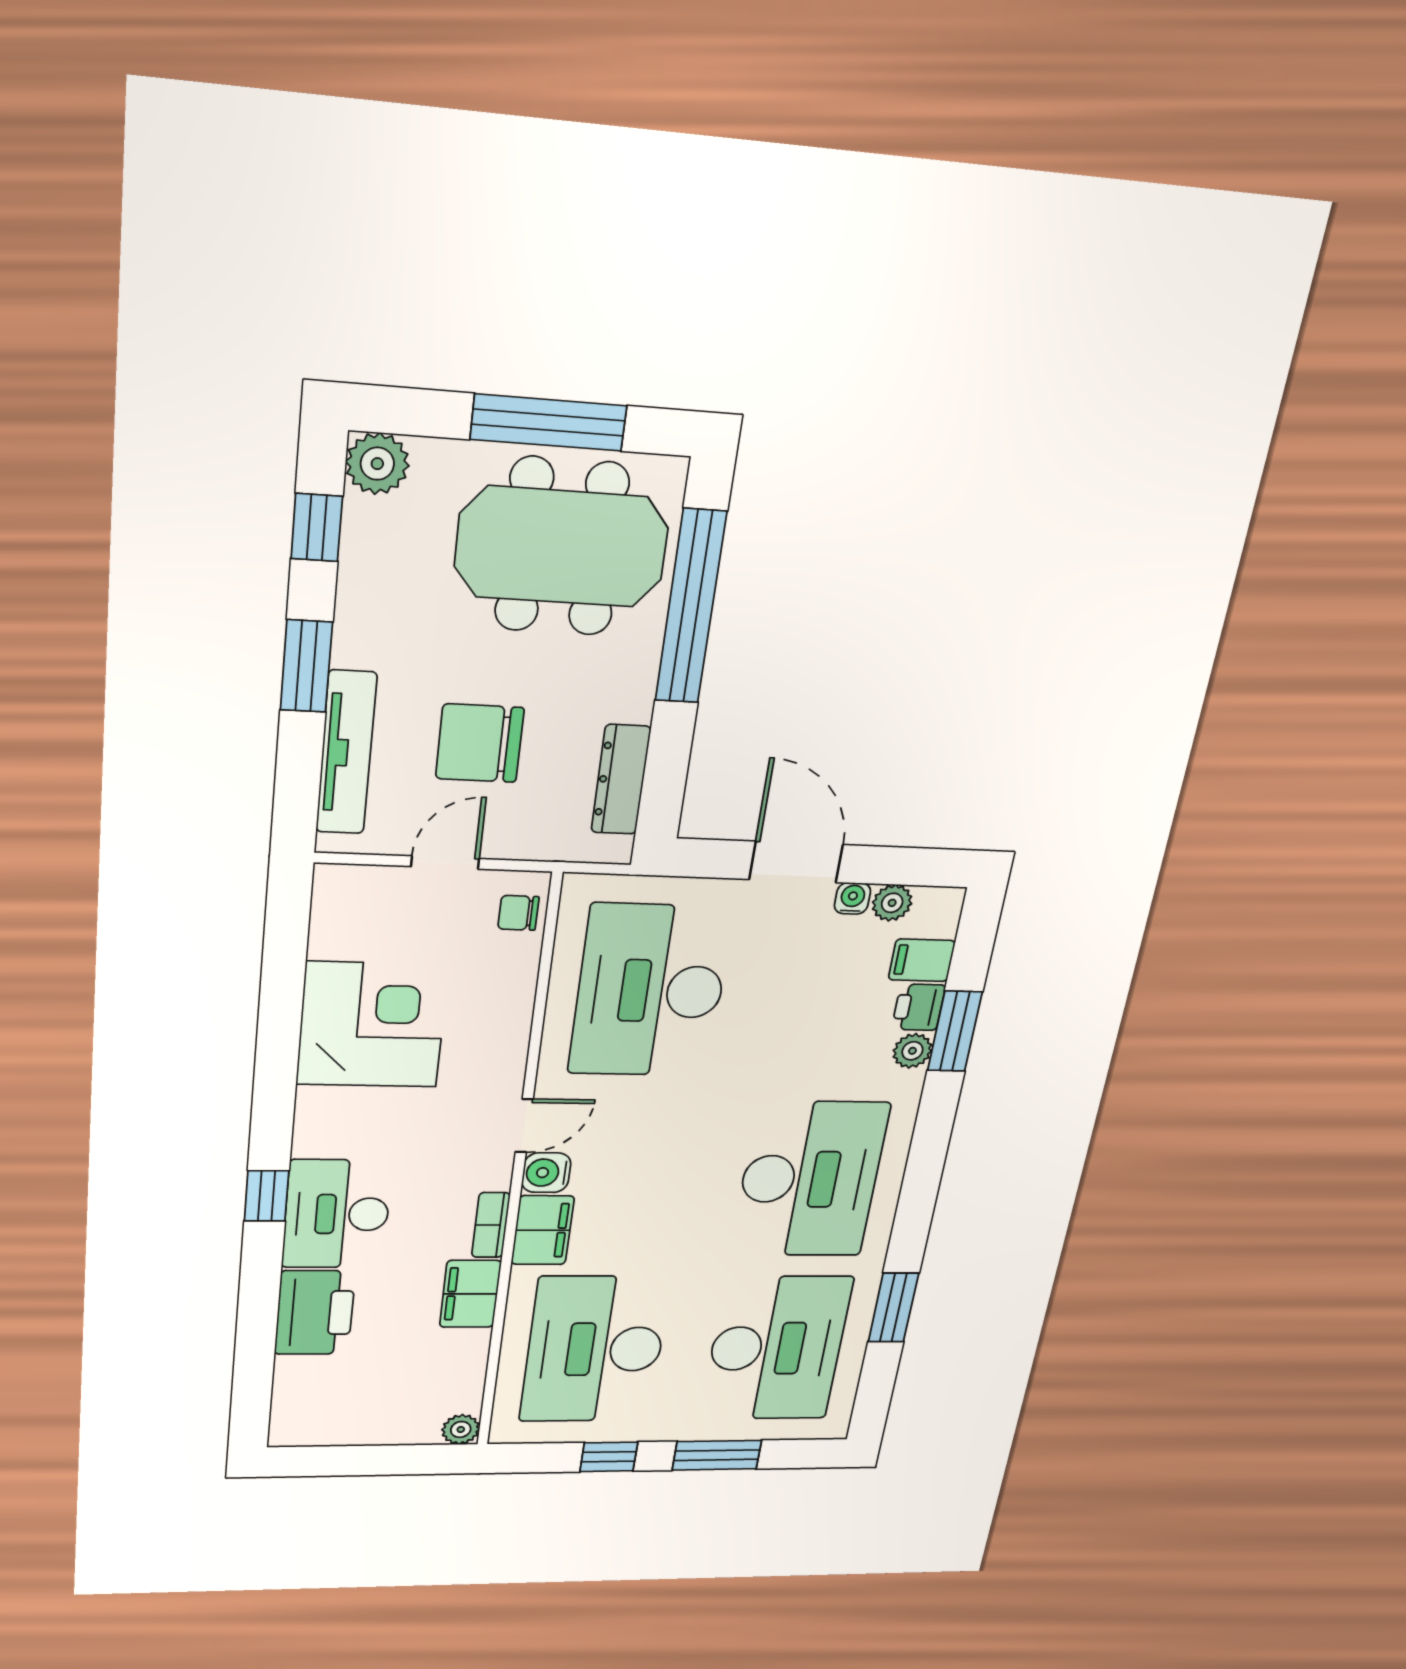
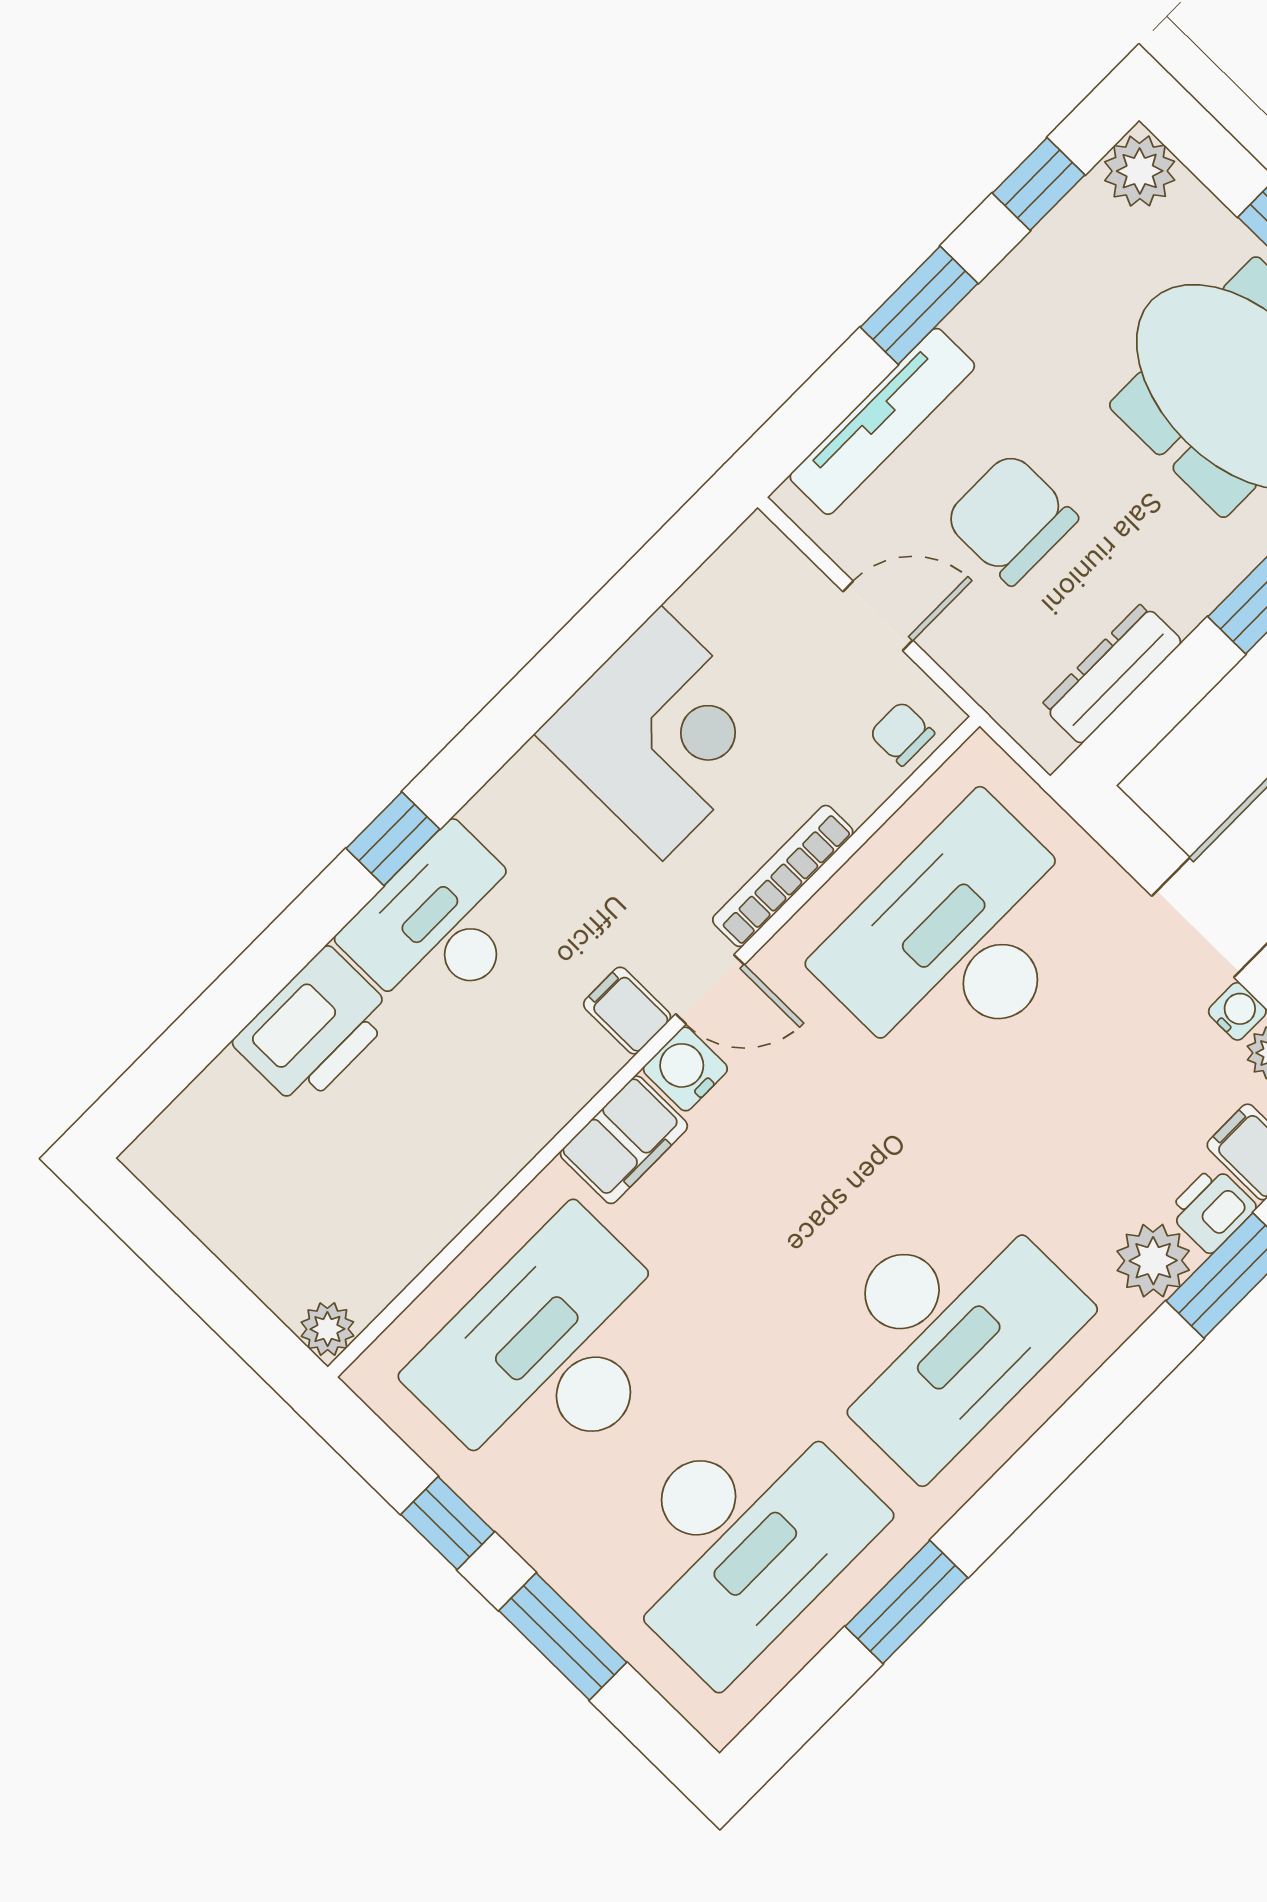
plant: (912, 1051) -> (1153, 1261), width x1.38, depth x1.38
bookcase: (491, 1225) -> (783, 876), moved, width x1.56
filing cabinet: (470, 1294) -> (627, 1011), moved, width x0.50

